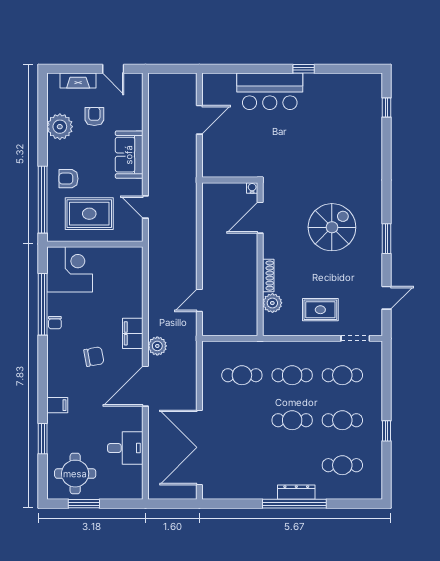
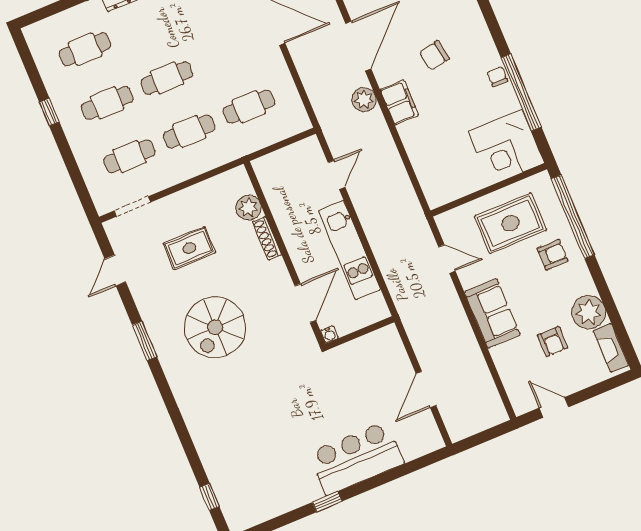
fireplace: (78, 81) -> (611, 348), moved, turned -90
kitchen unit: (213, 242) -> (350, 250), added
rug: (320, 310) -> (189, 248), moved

